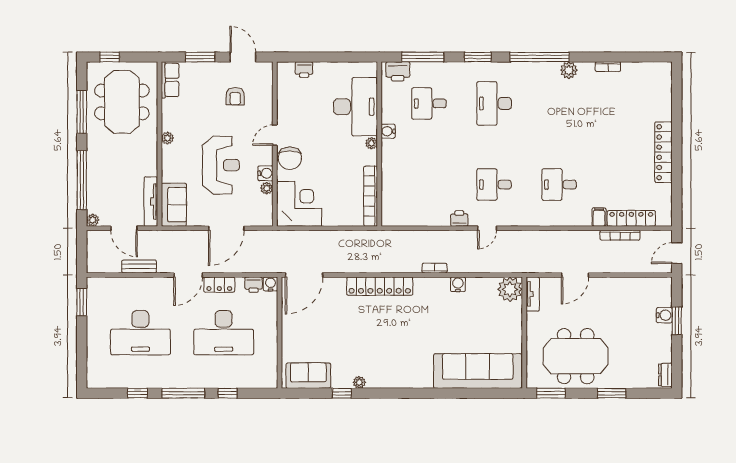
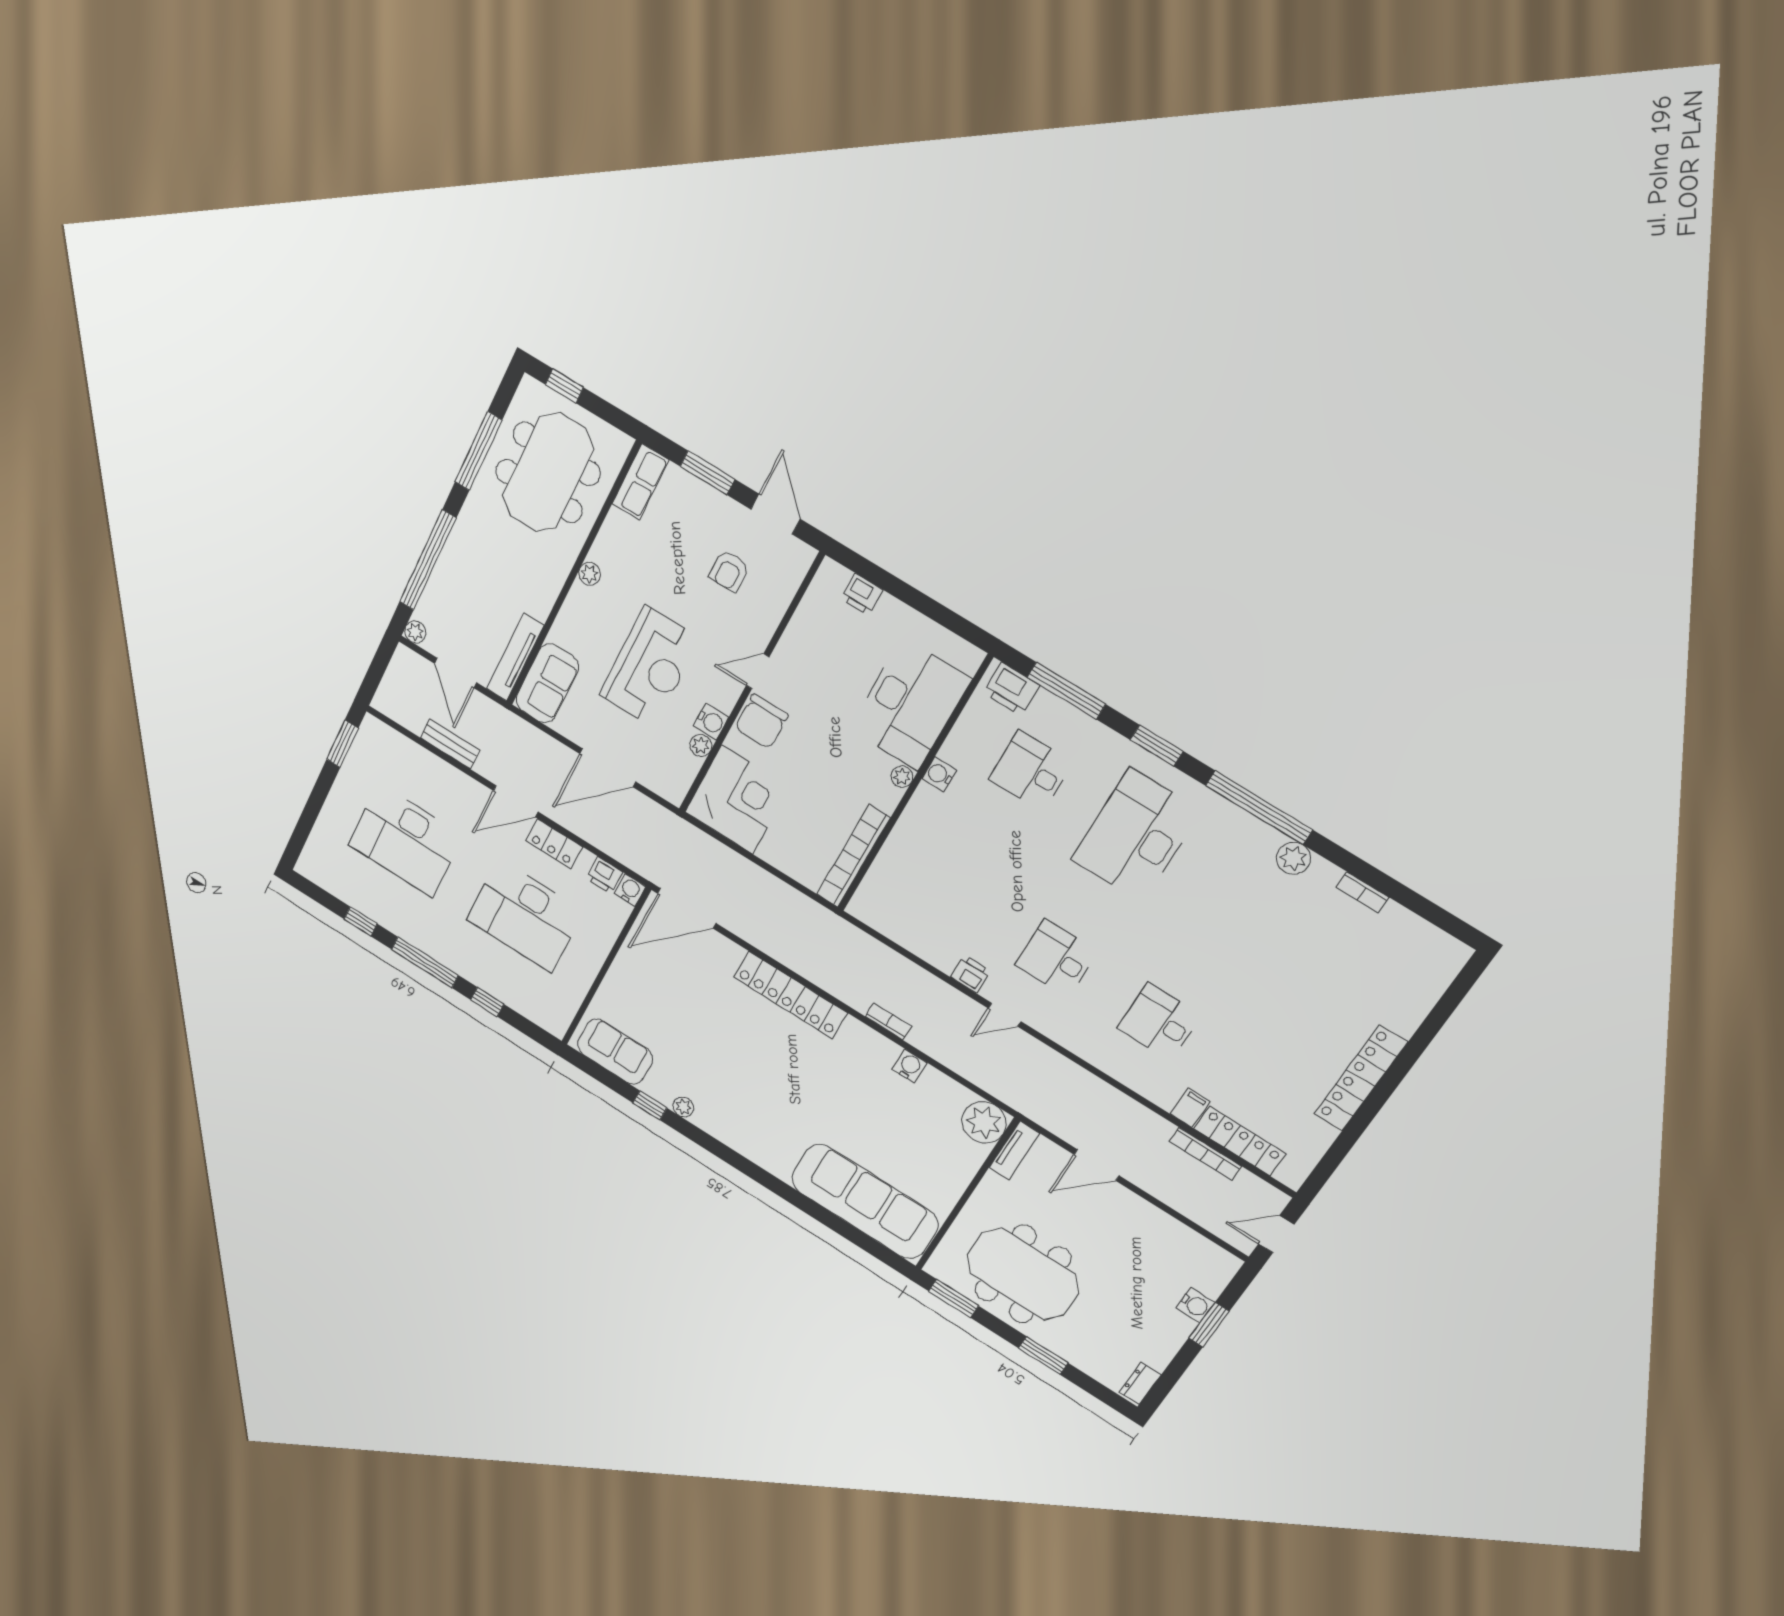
desk: (494, 103) -> (1136, 835), width x1.36, depth x1.30

